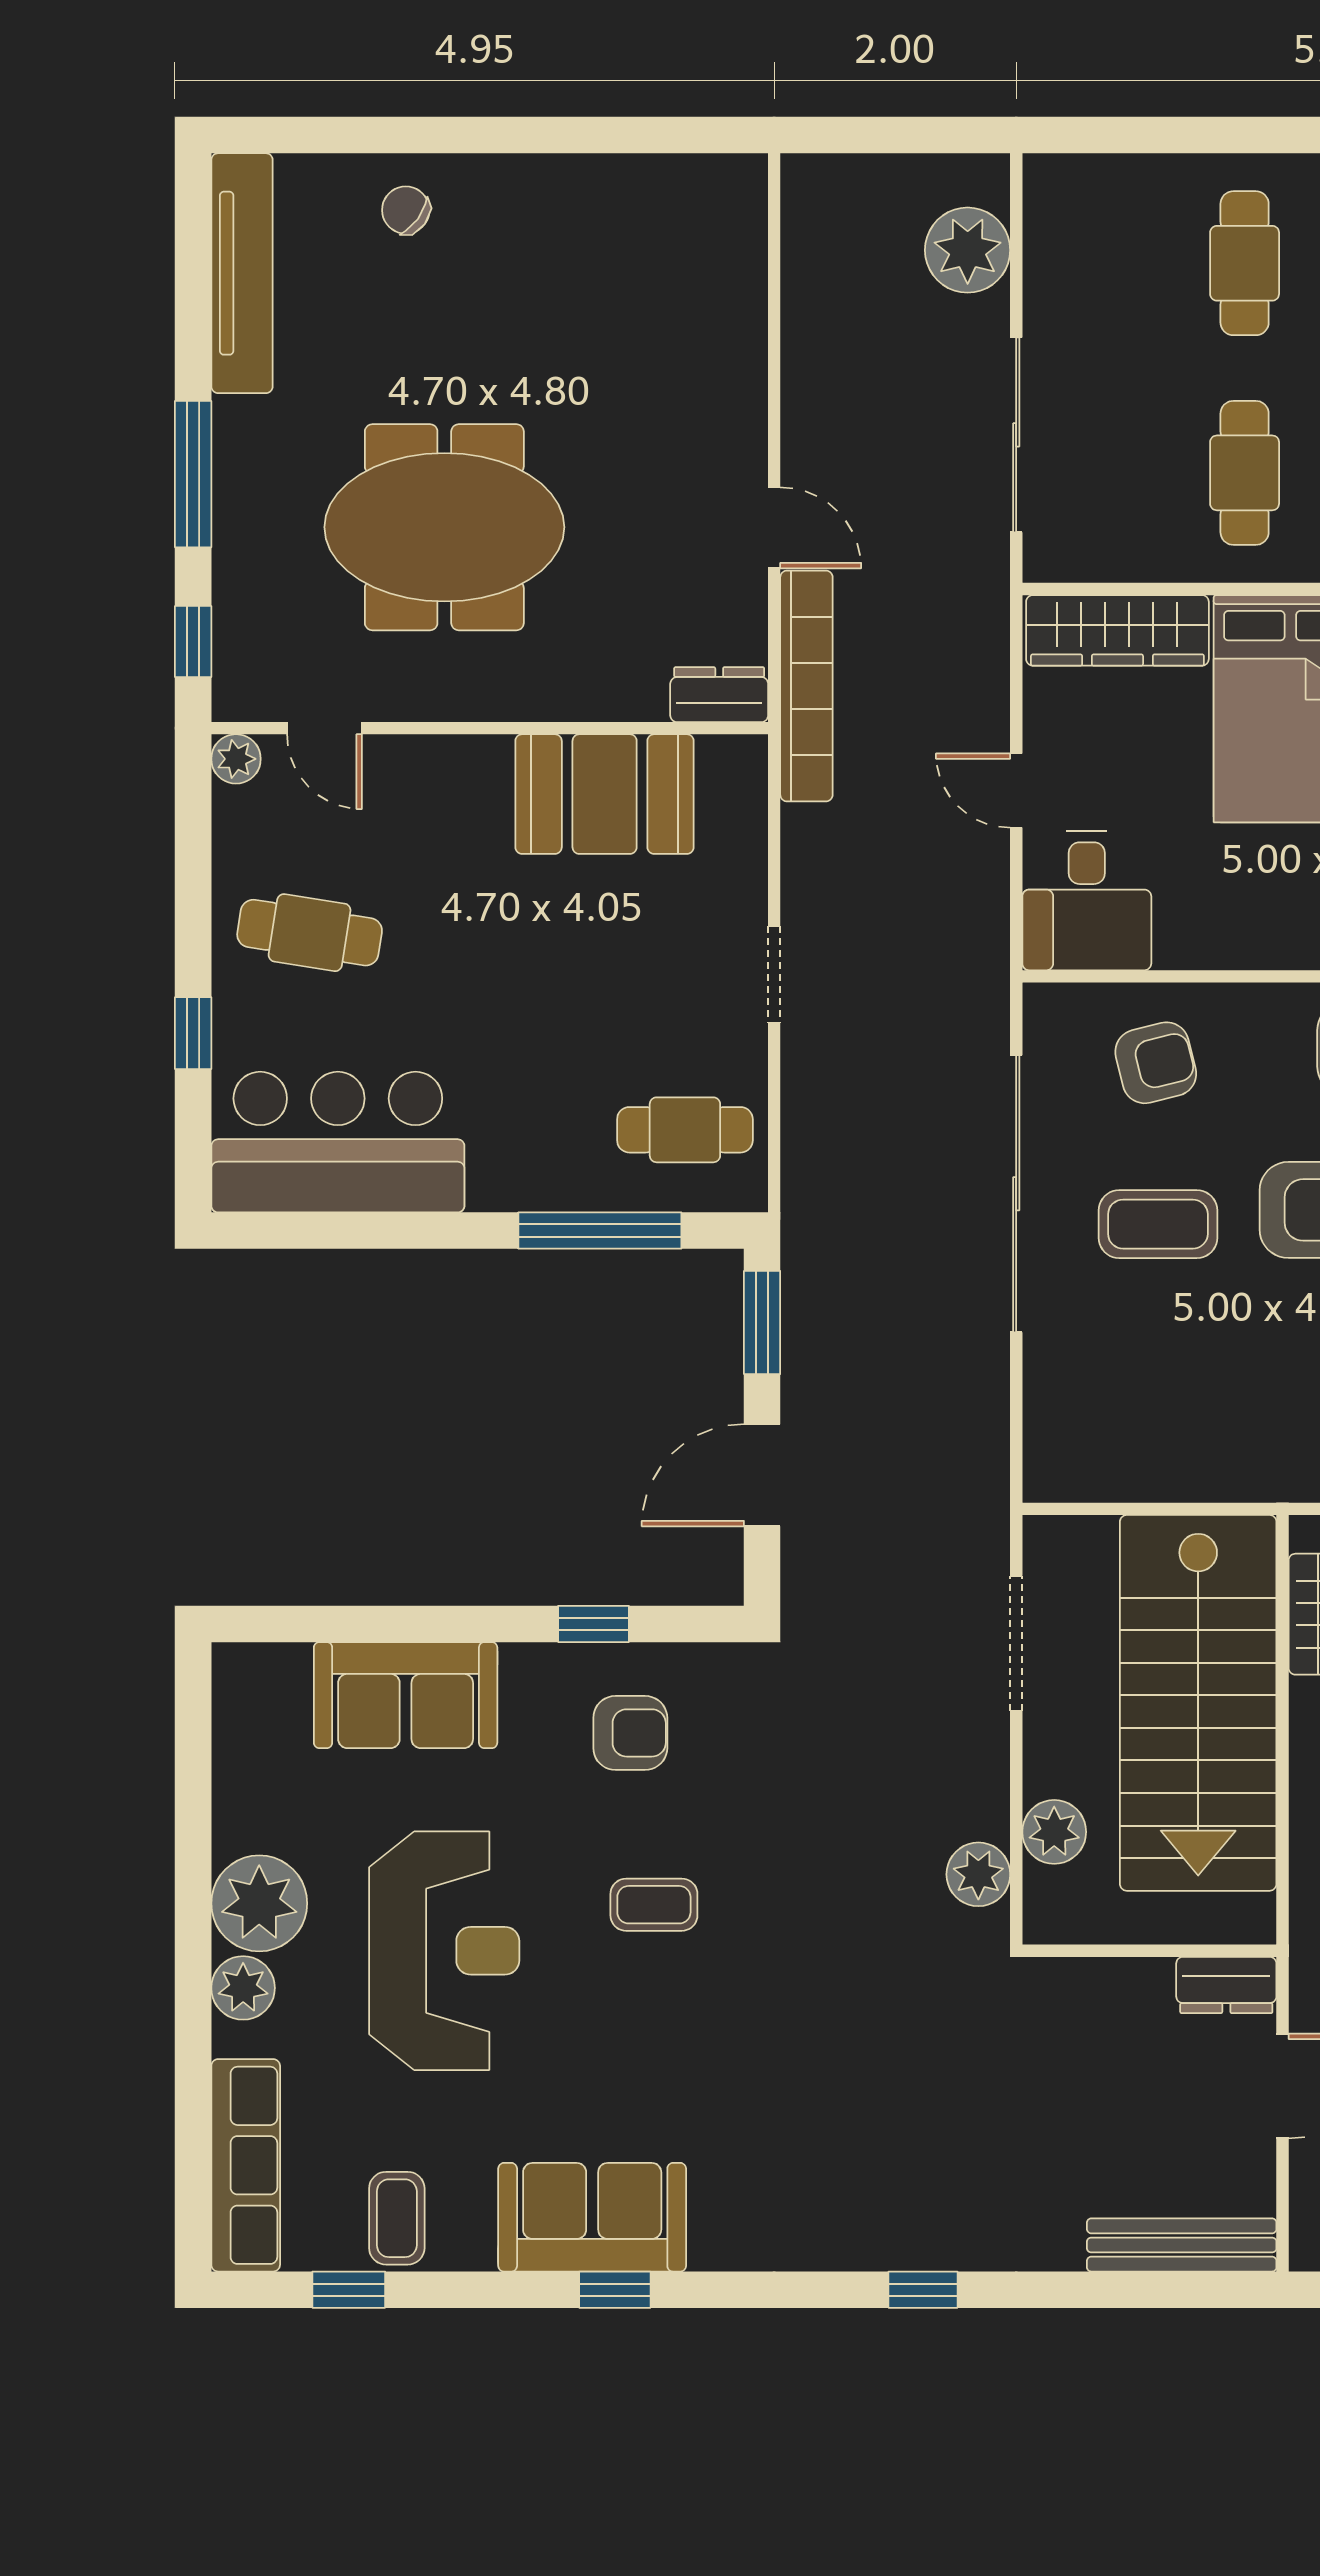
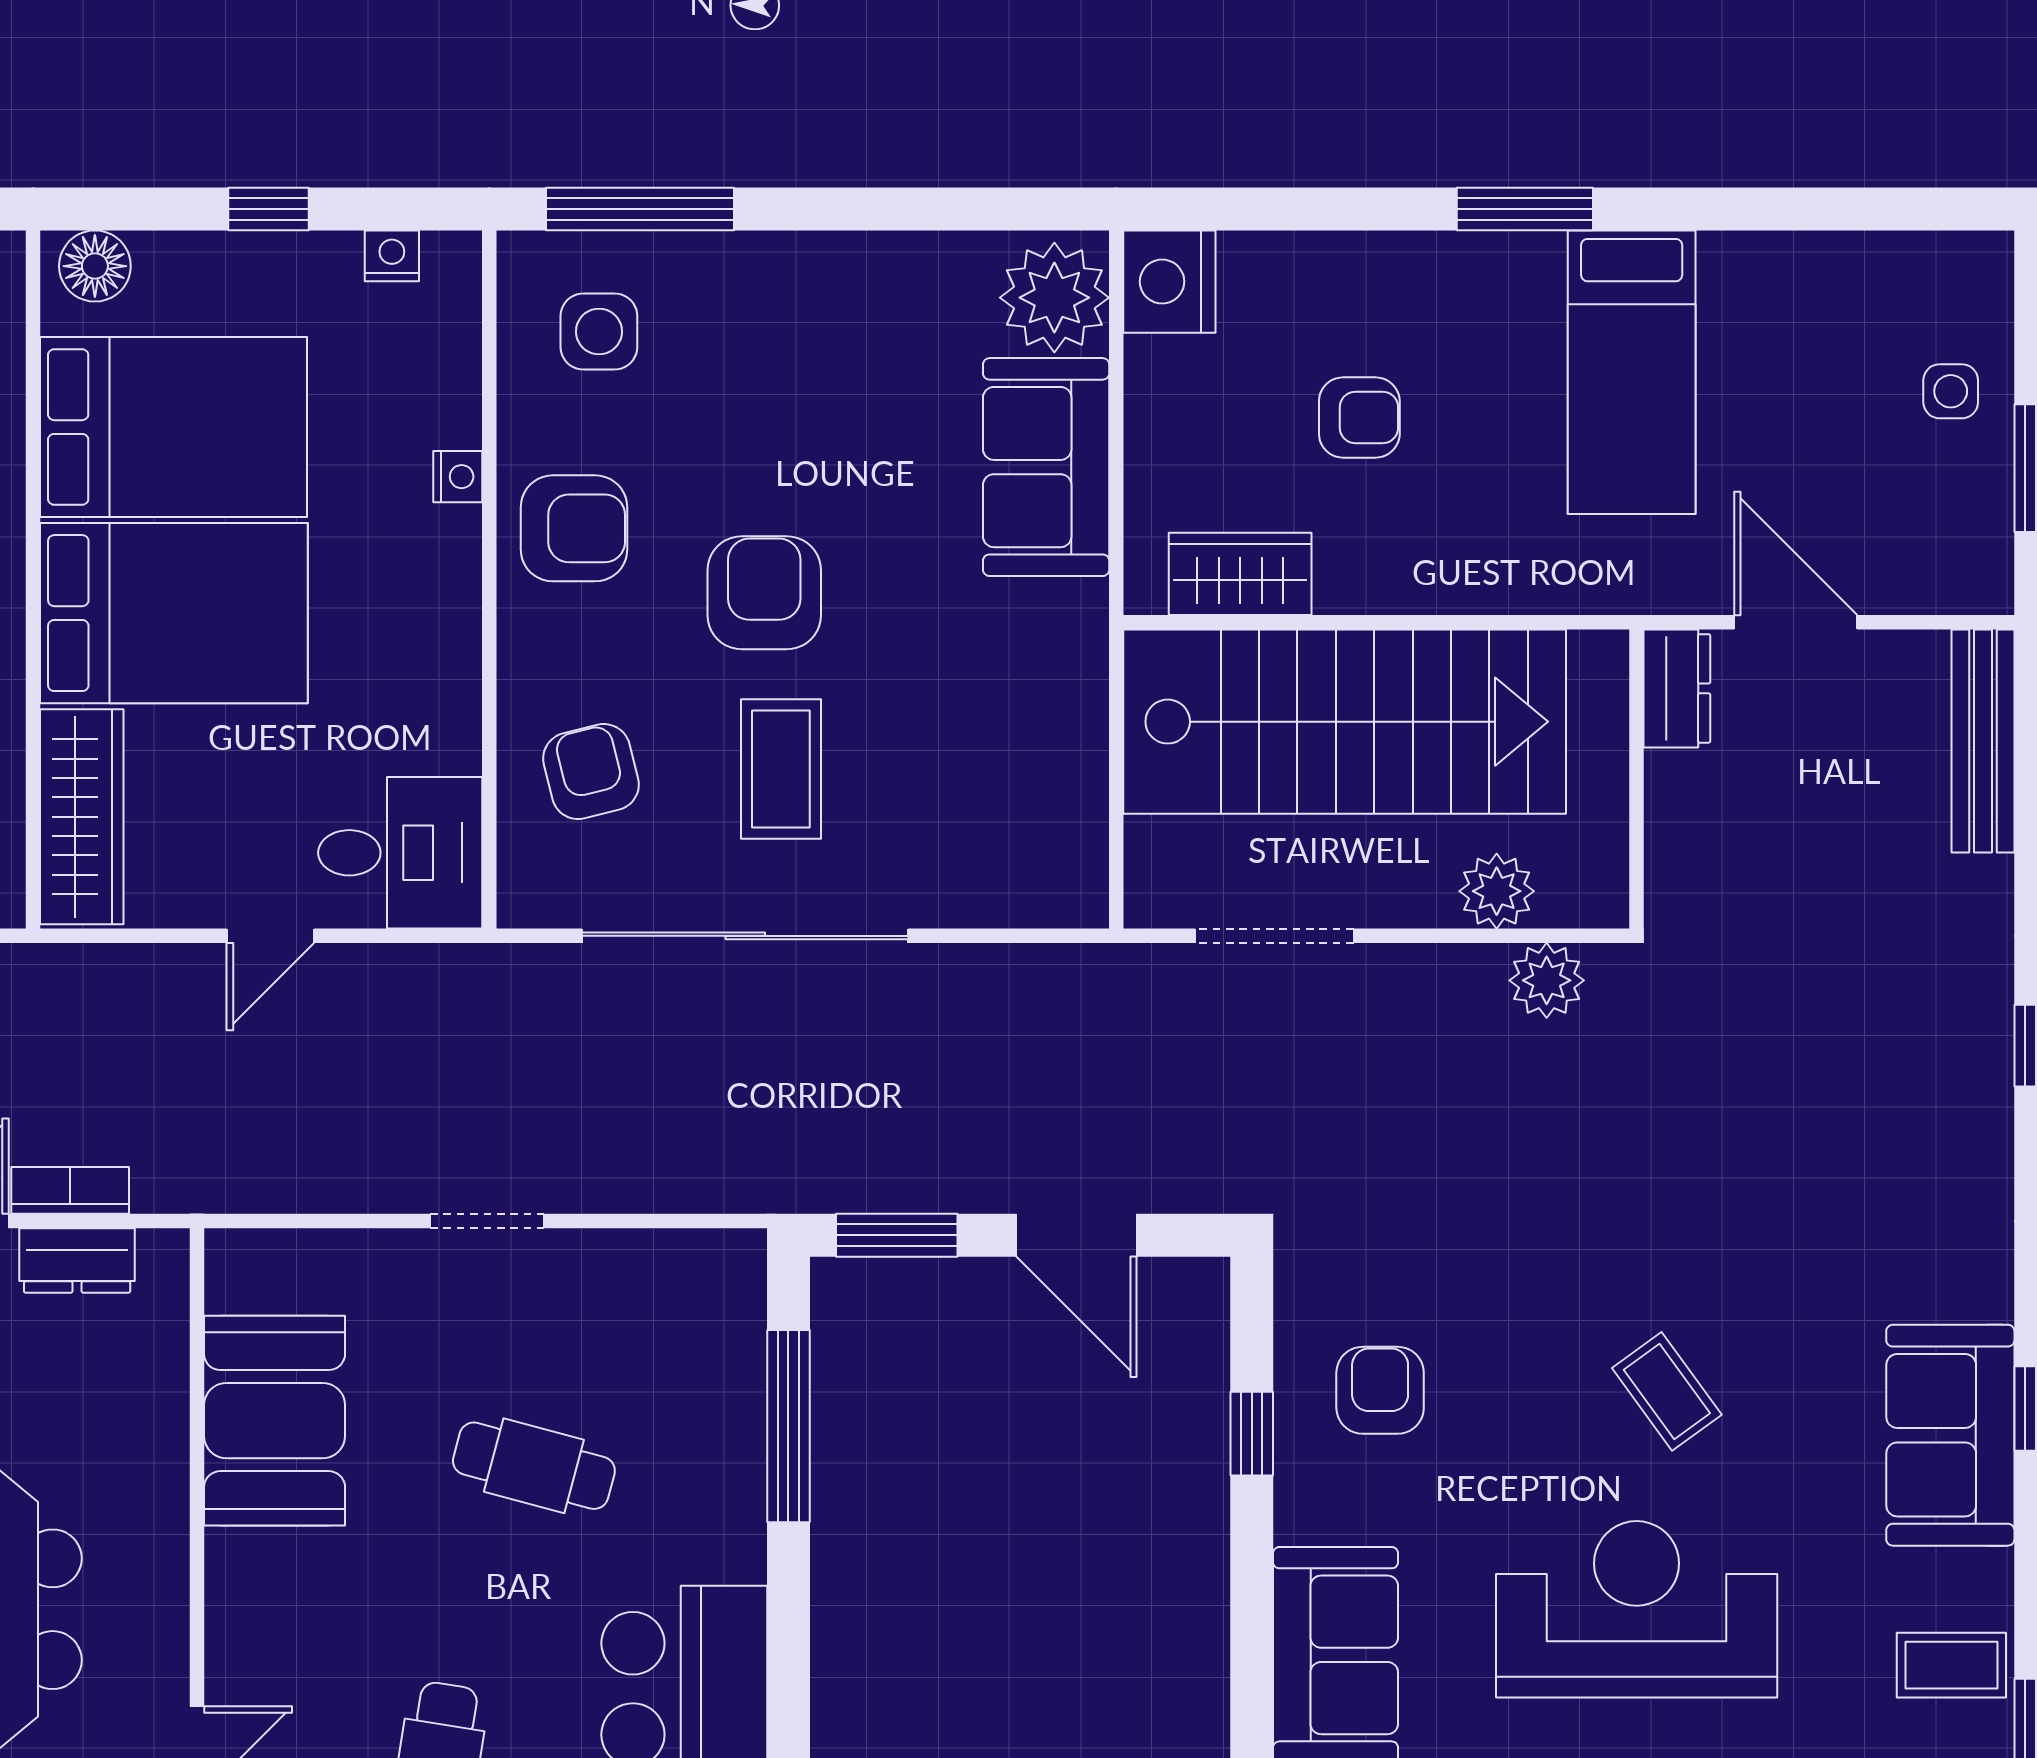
bookcase: (806, 686) -> (70, 1190), width x0.43, depth x0.76
dresser: (719, 695) -> (77, 1260), moved, turned -90
cafe table: (685, 1130) -> (534, 1466), moved, turned -75
coffee table: (654, 1905) -> (1667, 1391), moved, turned -36

